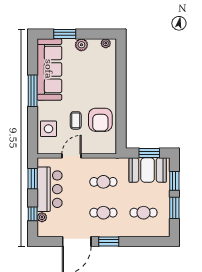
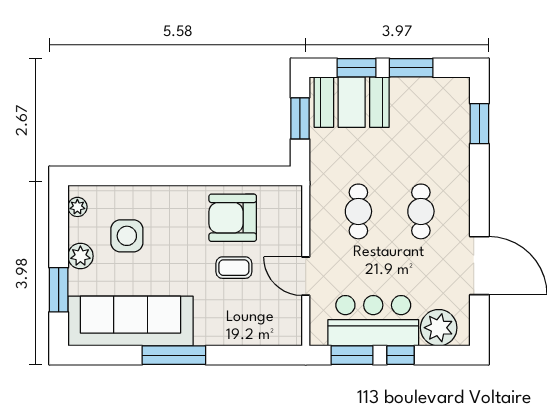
armchair: (100, 120) -> (233, 218), turned 180
side table: (48, 129) -> (127, 236), moved
booth: (148, 170) -> (352, 102), moved, turned 90
cafe table: (144, 213) -> (421, 130), removed
window: (33, 214) -> (401, 355), moved
plant: (42, 217) -> (439, 328), width x1.88, depth x1.88
window: (109, 241) -> (479, 124), moved

